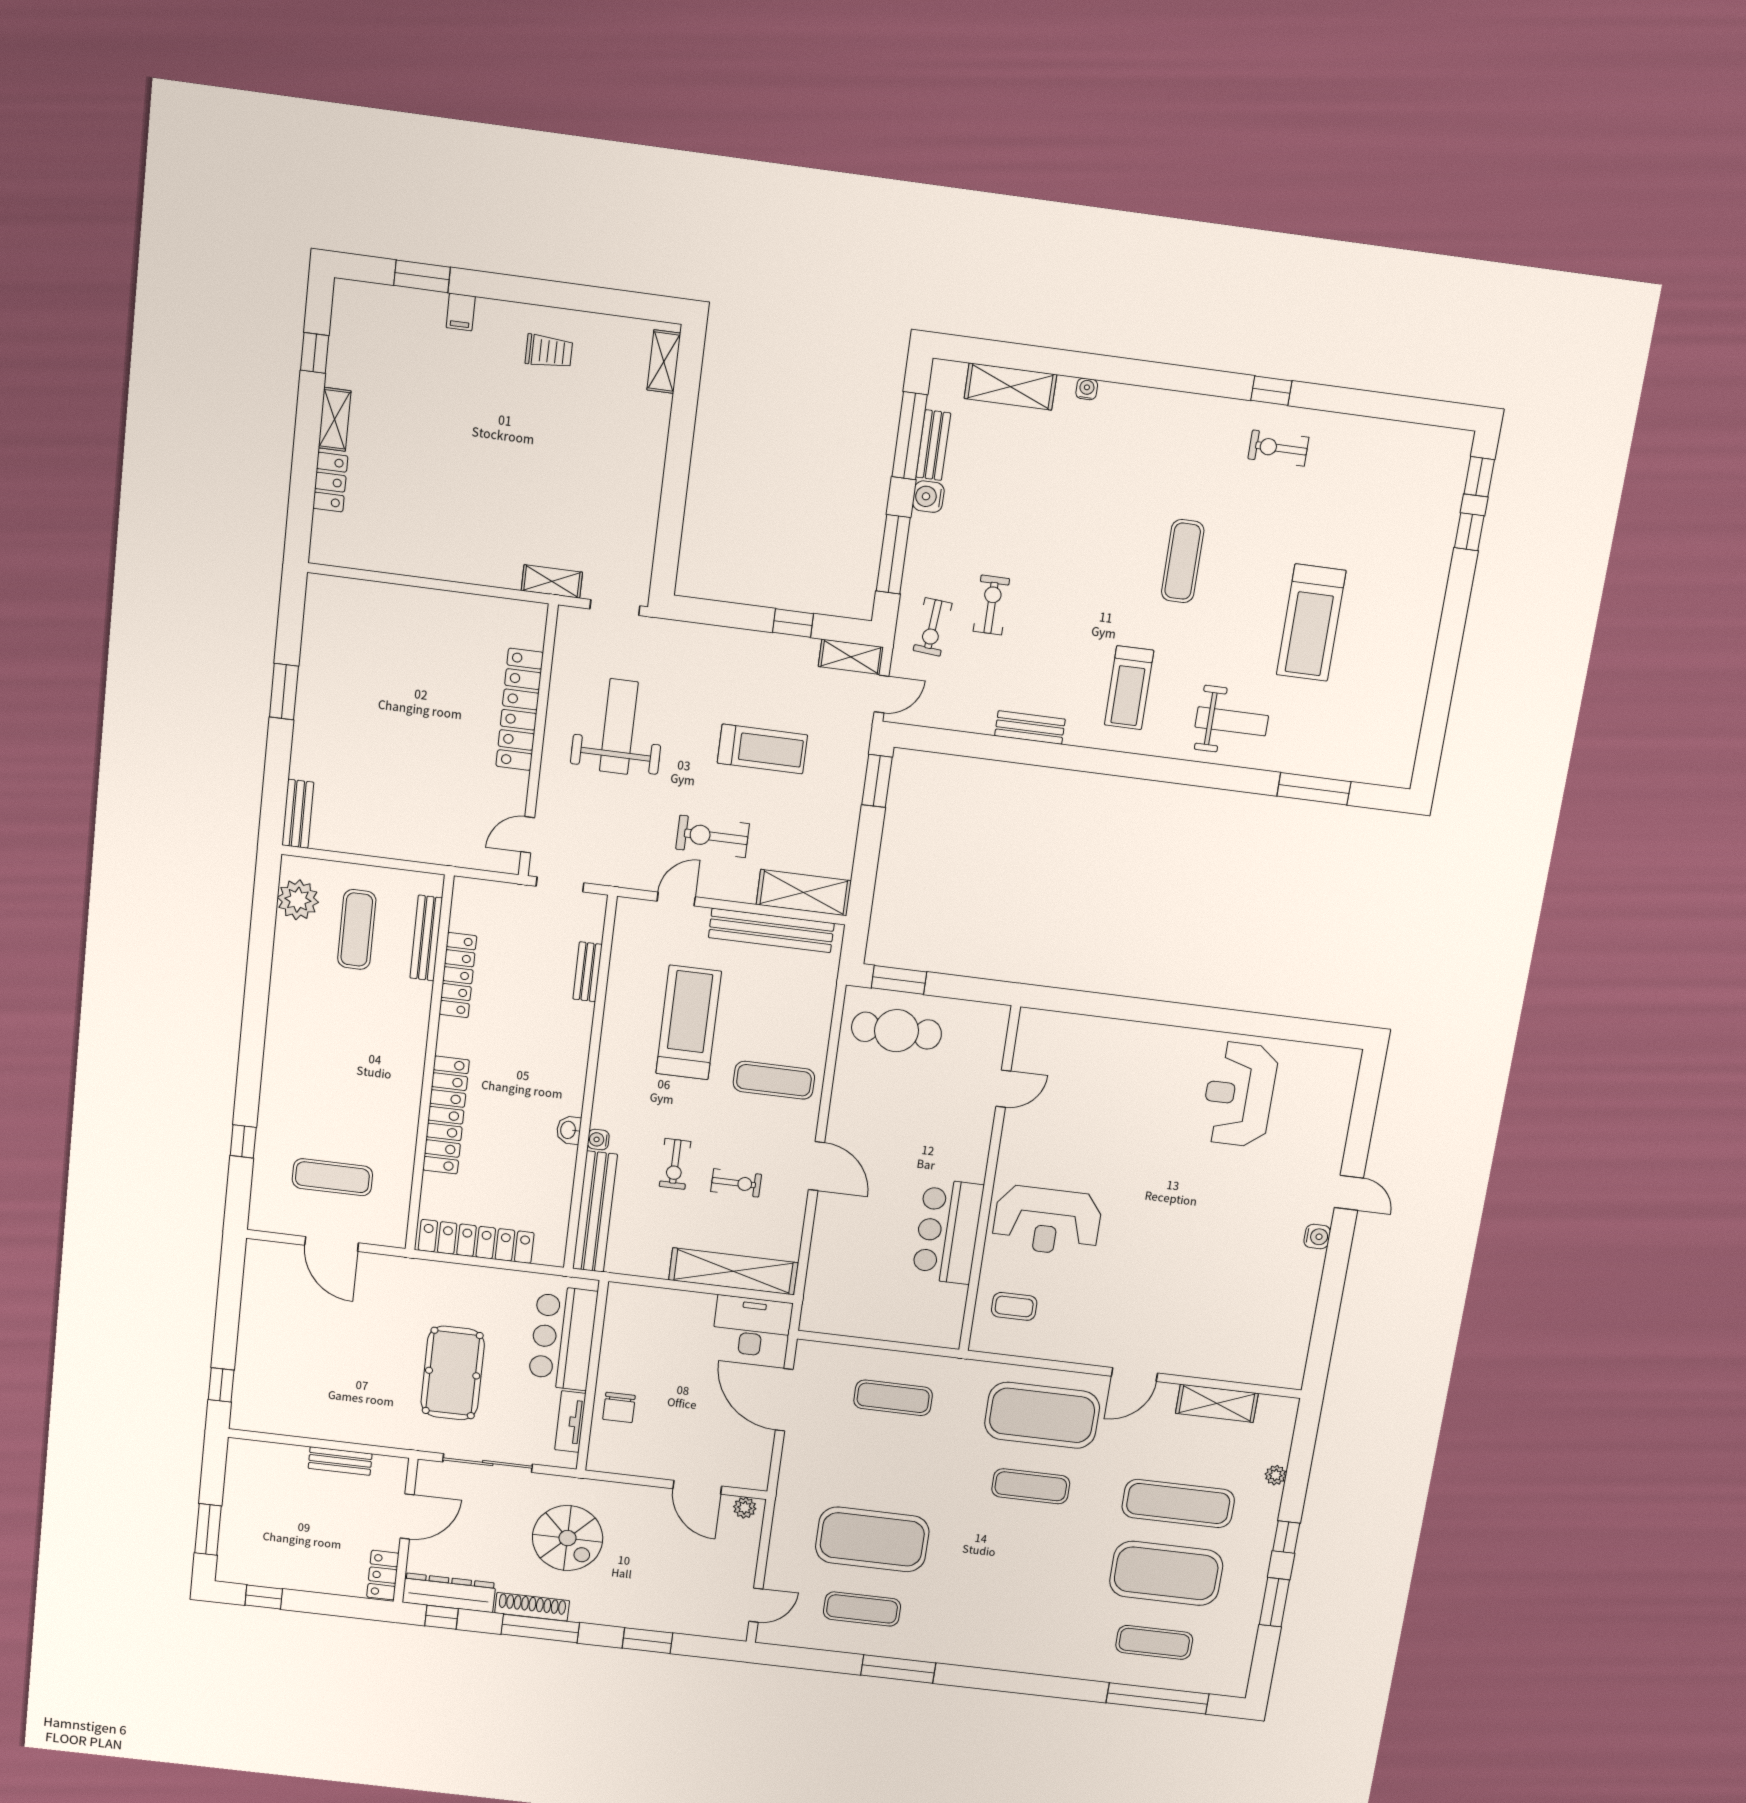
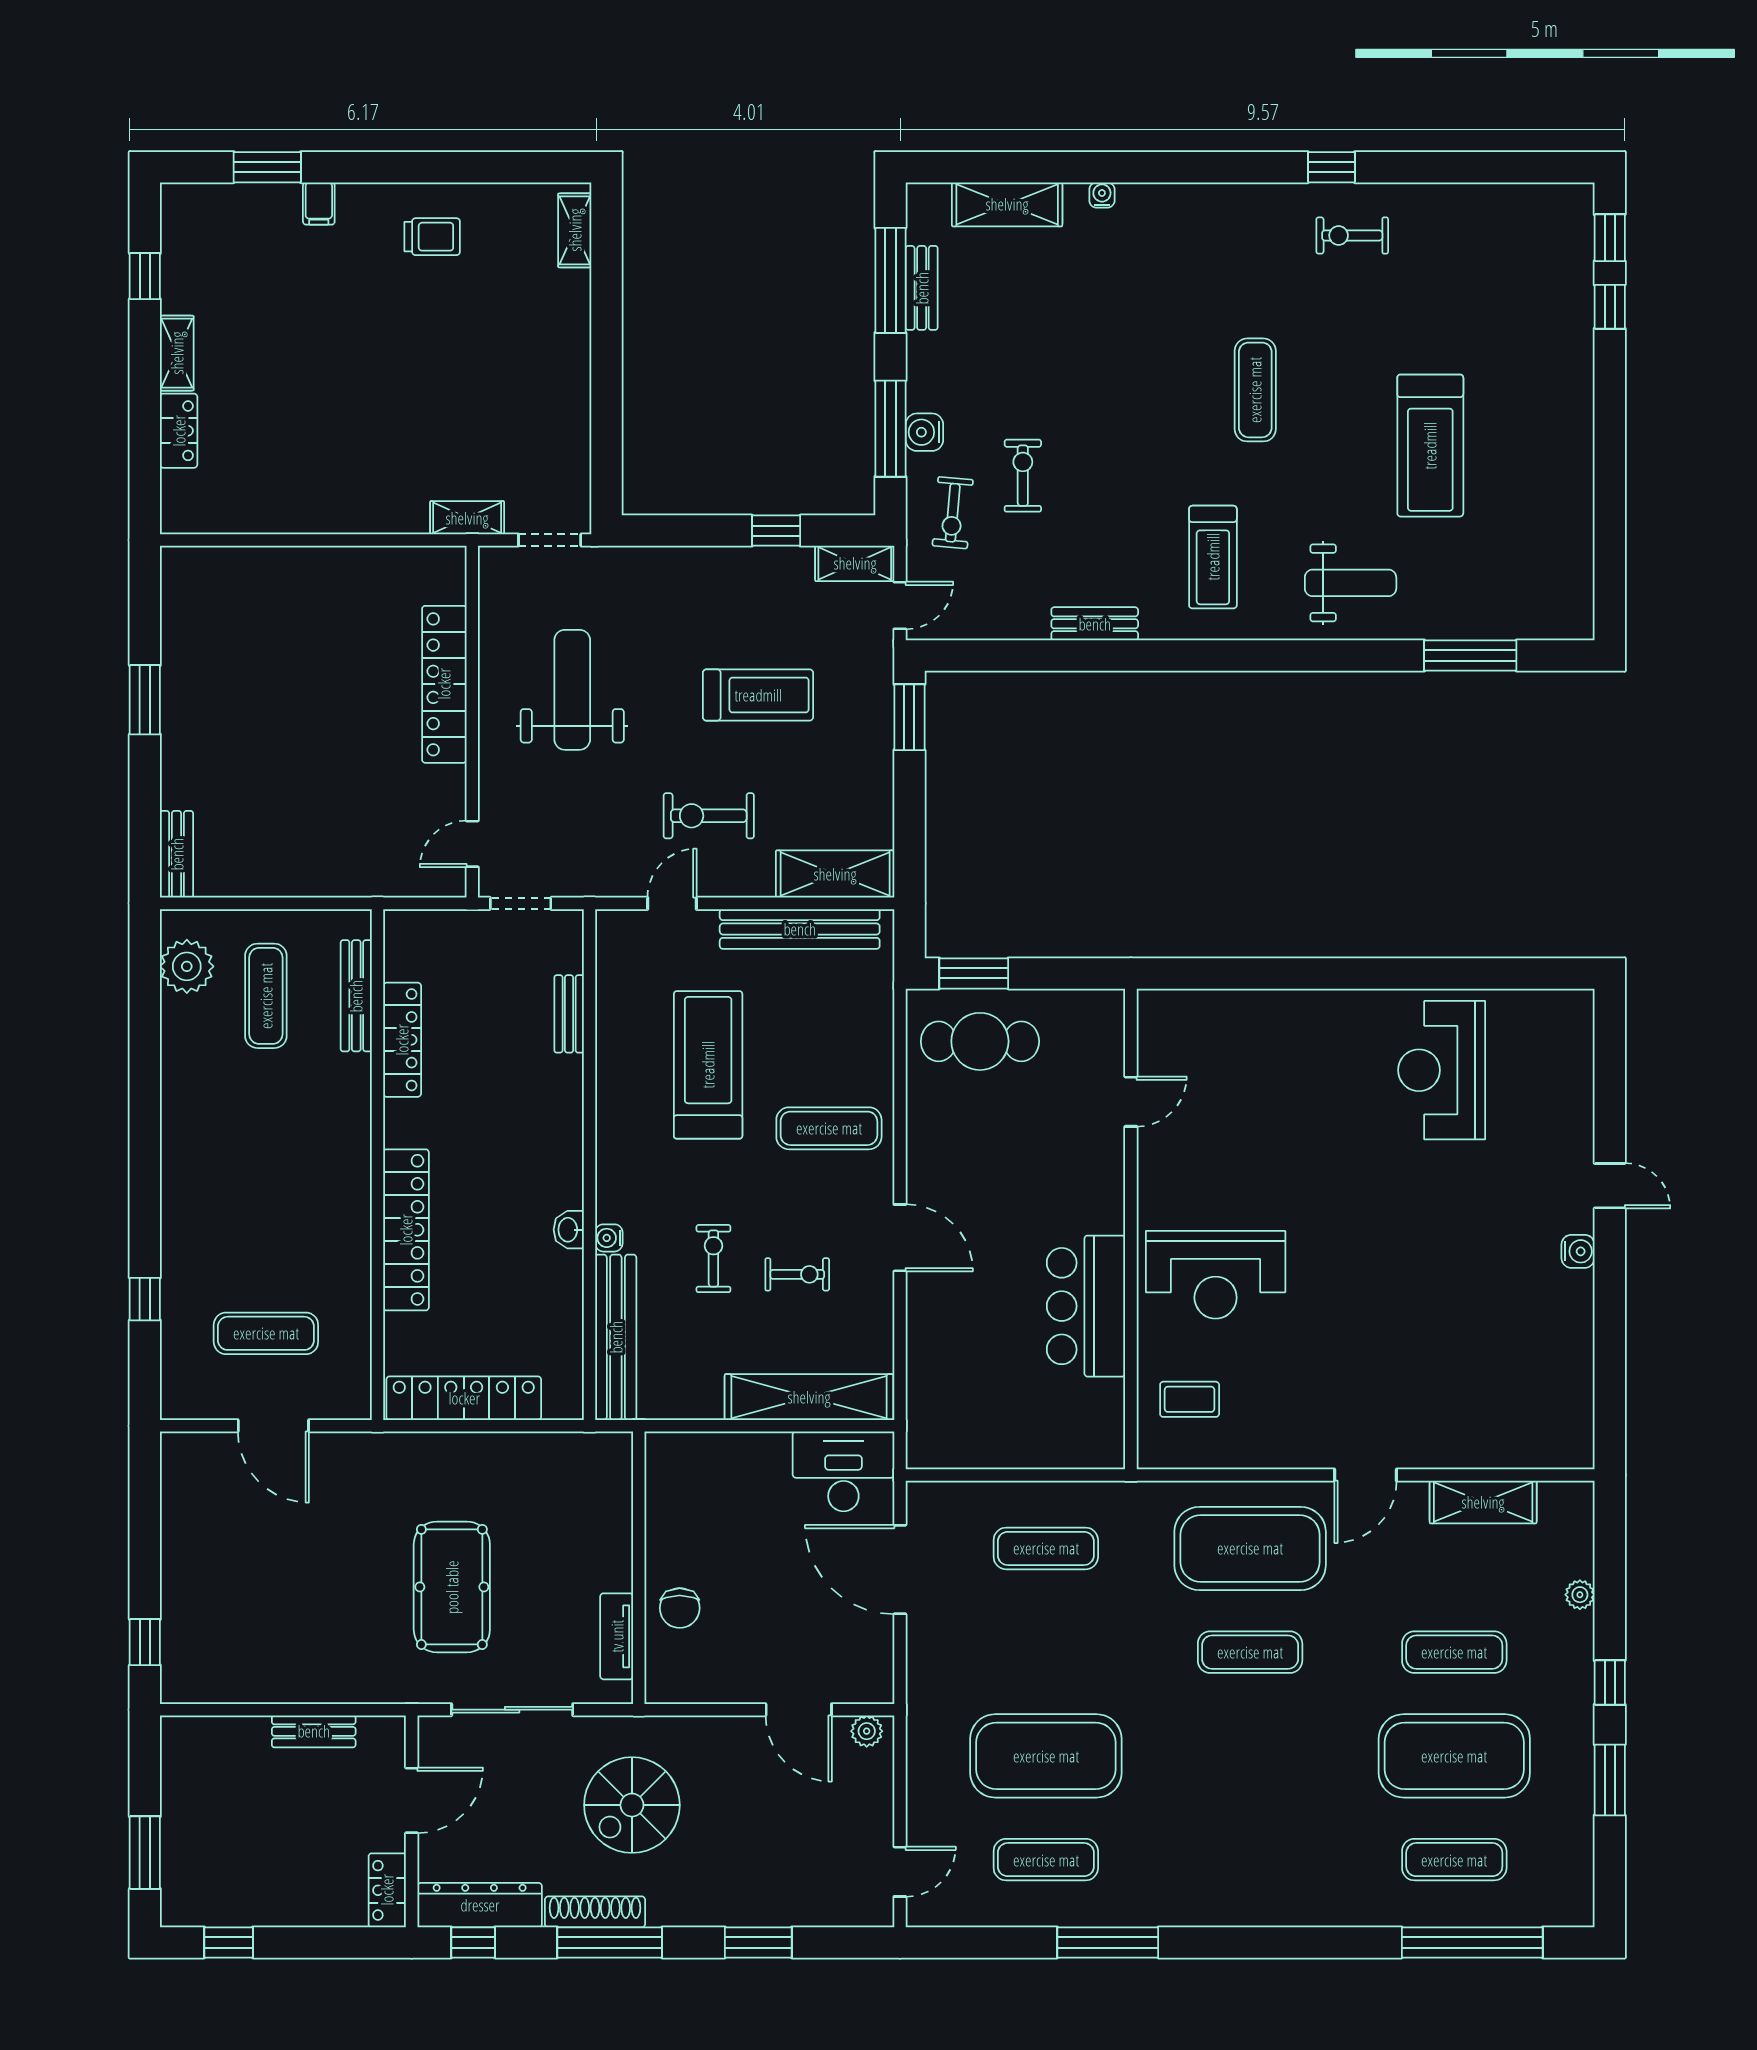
water cooler: (928, 497) -> (924, 432), moved
exercise bike: (675, 1164) -> (713, 1259), turned 180
bar counter: (563, 1338) -> (593, 1519), removed
exercise mat: (1178, 1503) -> (1454, 1652), width x0.73, depth x0.69
spiral stairs: (568, 1538) -> (632, 1805), turned 90

